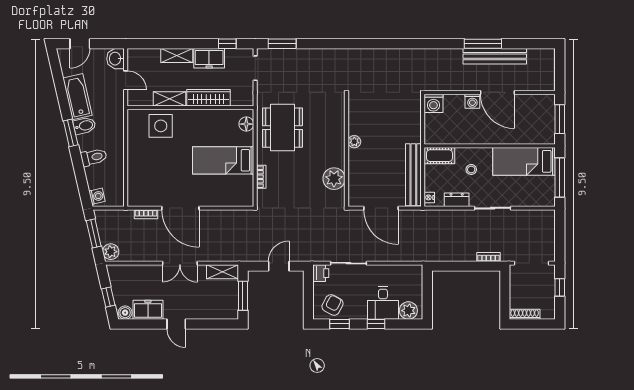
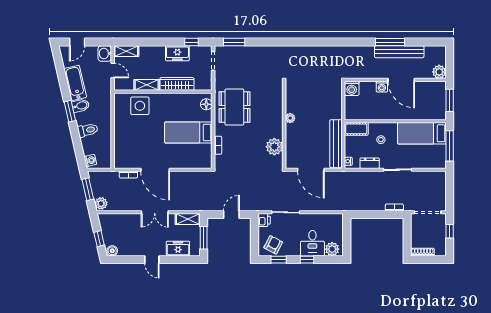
shelving: (177, 56) -> (126, 51), moved
plant: (546, 82) -> (439, 72), added
freezer: (148, 310) -> (178, 249), moved

